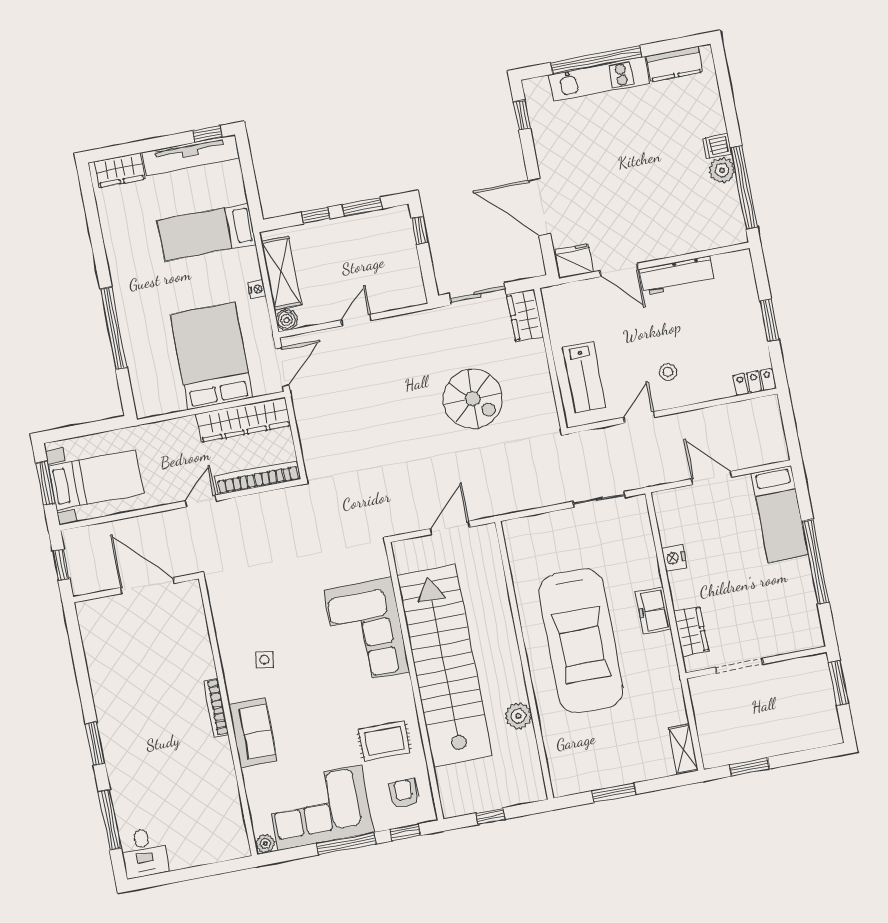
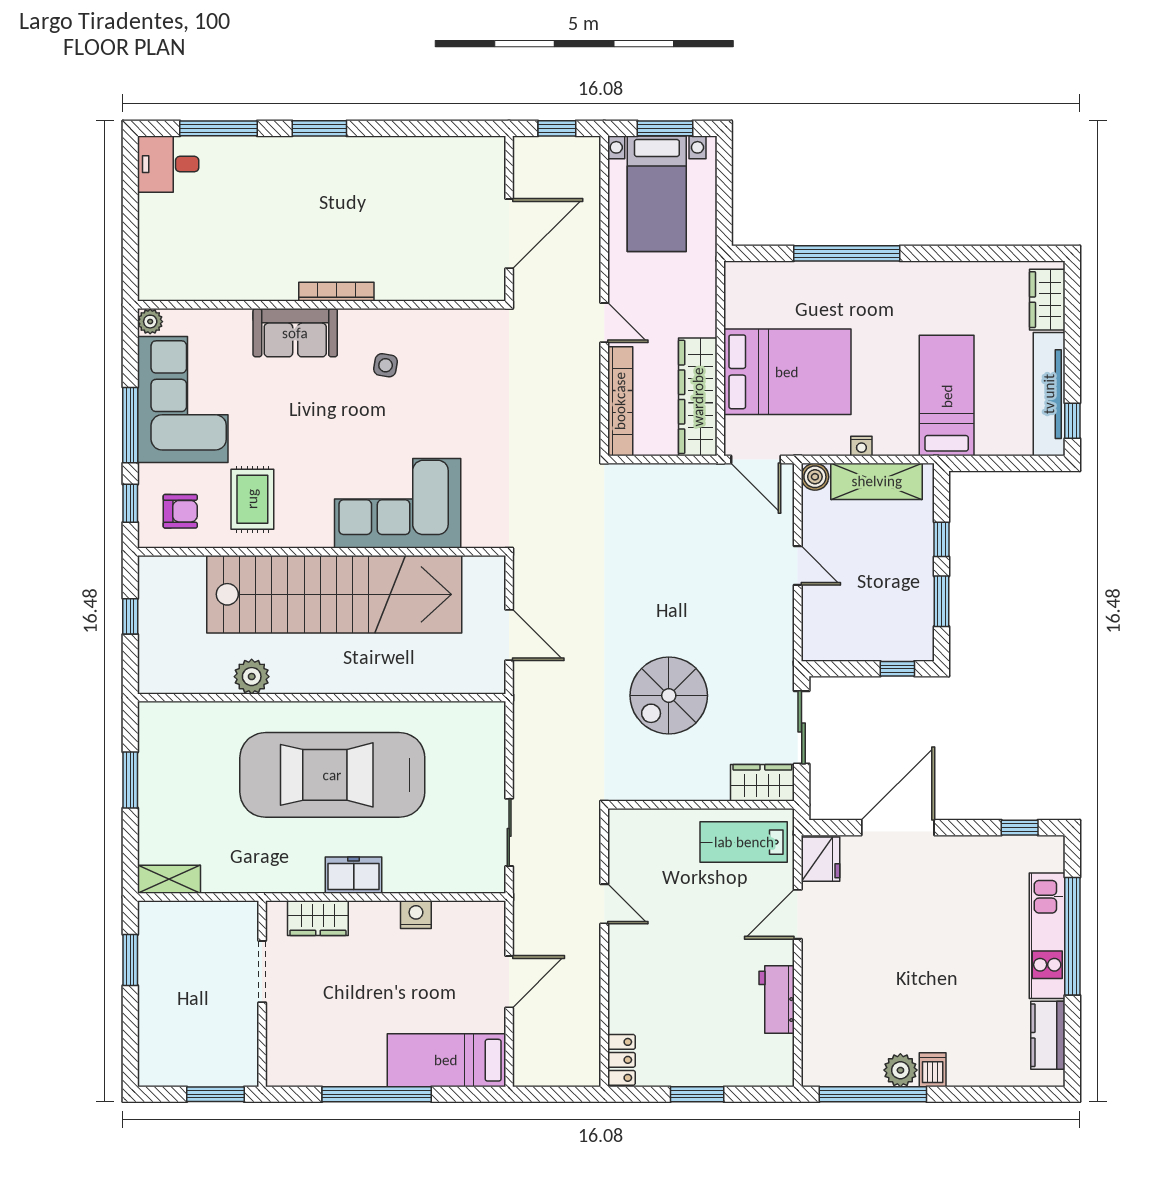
workbench: (677, 275) -> (777, 999), width x0.73
stool: (668, 372) -> (655, 952), removed
lab bench: (584, 377) -> (744, 842), moved

